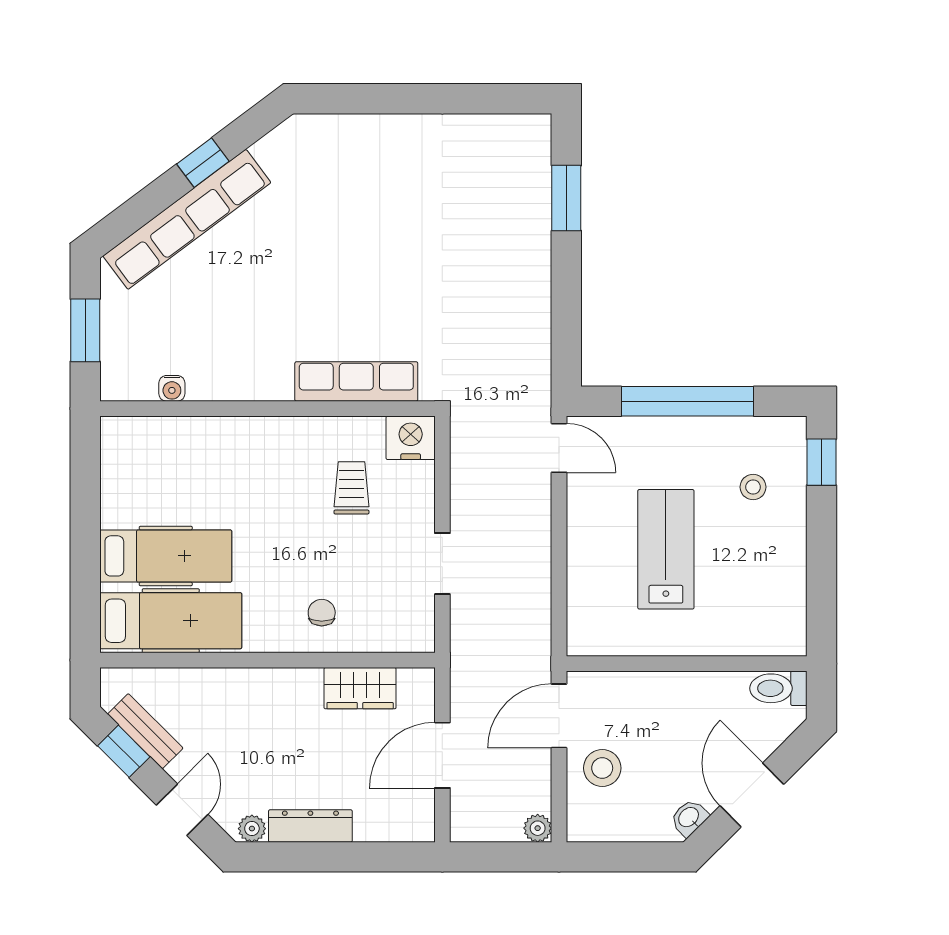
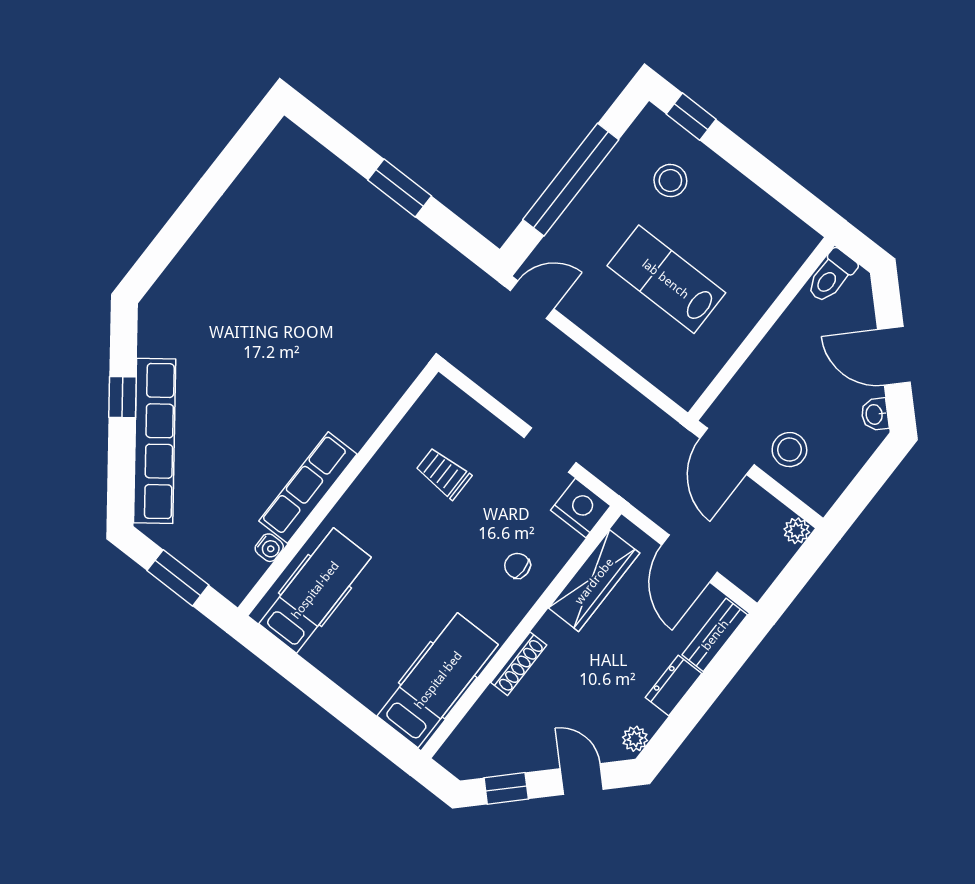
window: (566, 198) -> (400, 188), moved
row of seats: (356, 381) -> (308, 488), moved
nightstand: (411, 438) -> (581, 508), moved, turned 90
stool: (753, 487) -> (670, 180), width x1.37, depth x1.37
hospital bed: (166, 556) -> (315, 590), moved
shoe rack: (239, 679) -> (519, 664), added
wardrobe: (360, 688) -> (594, 581), width x1.50
bench: (145, 731) -> (715, 635), moved, turned -45
dresser: (310, 826) -> (673, 686), width x0.70

